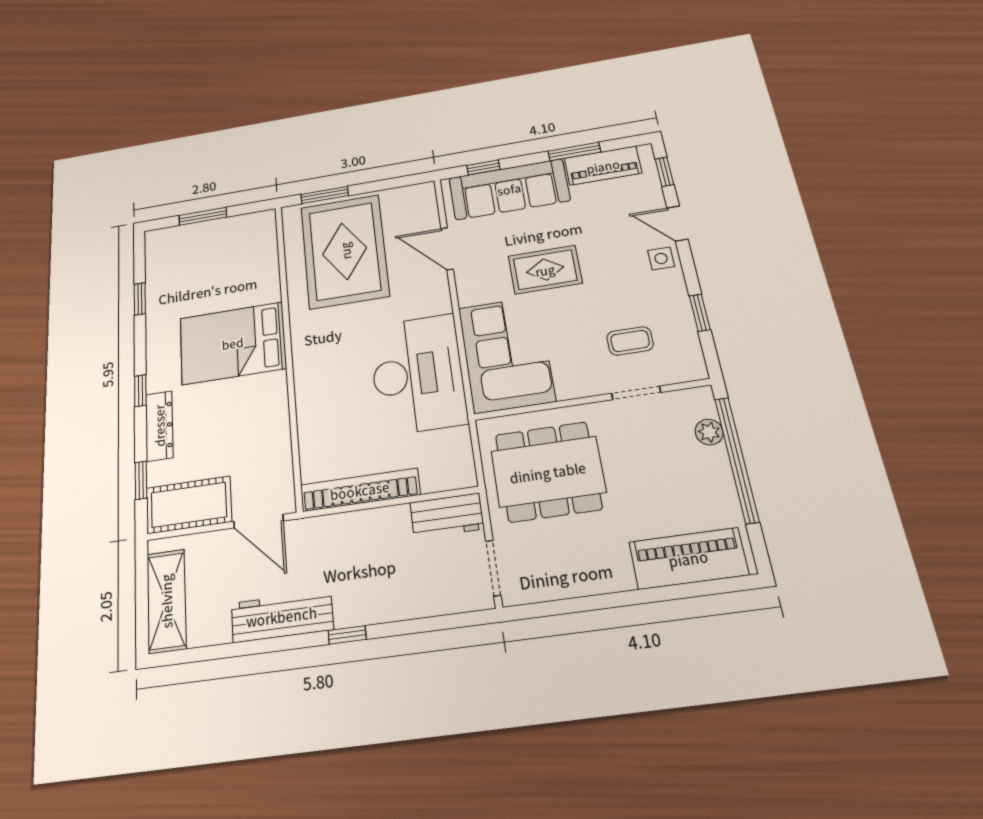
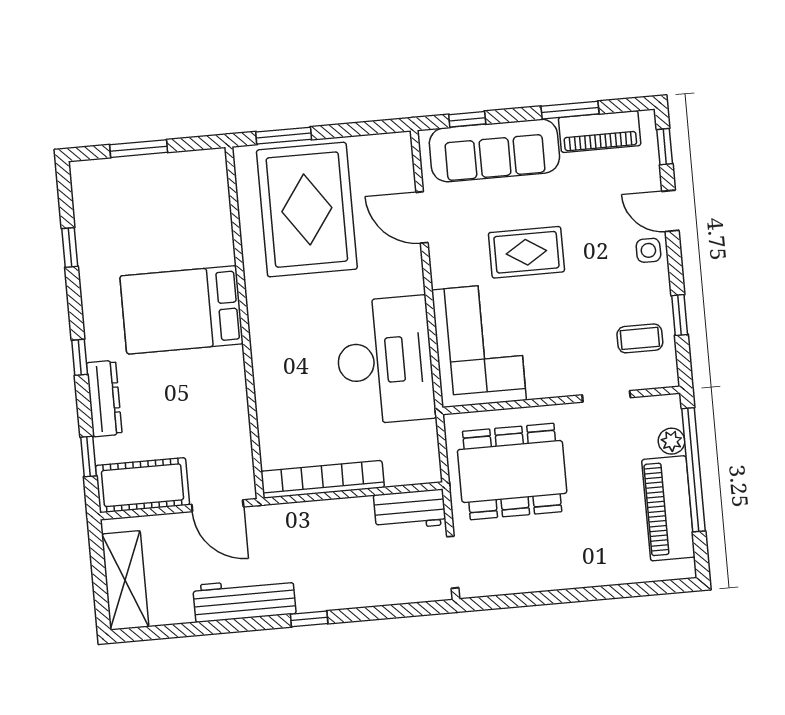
coffee table: (630, 341) -> (640, 338), moved
piano: (688, 558) -> (668, 508), moved, turned -90

